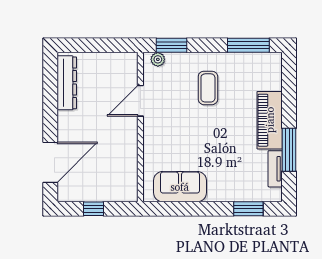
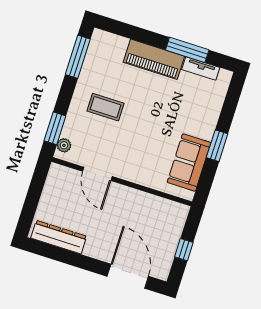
window: (248, 209) -> (217, 146), moved

